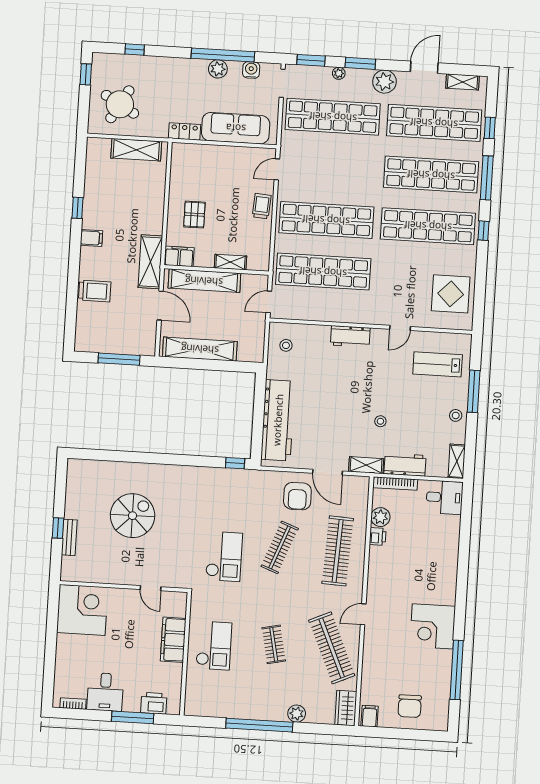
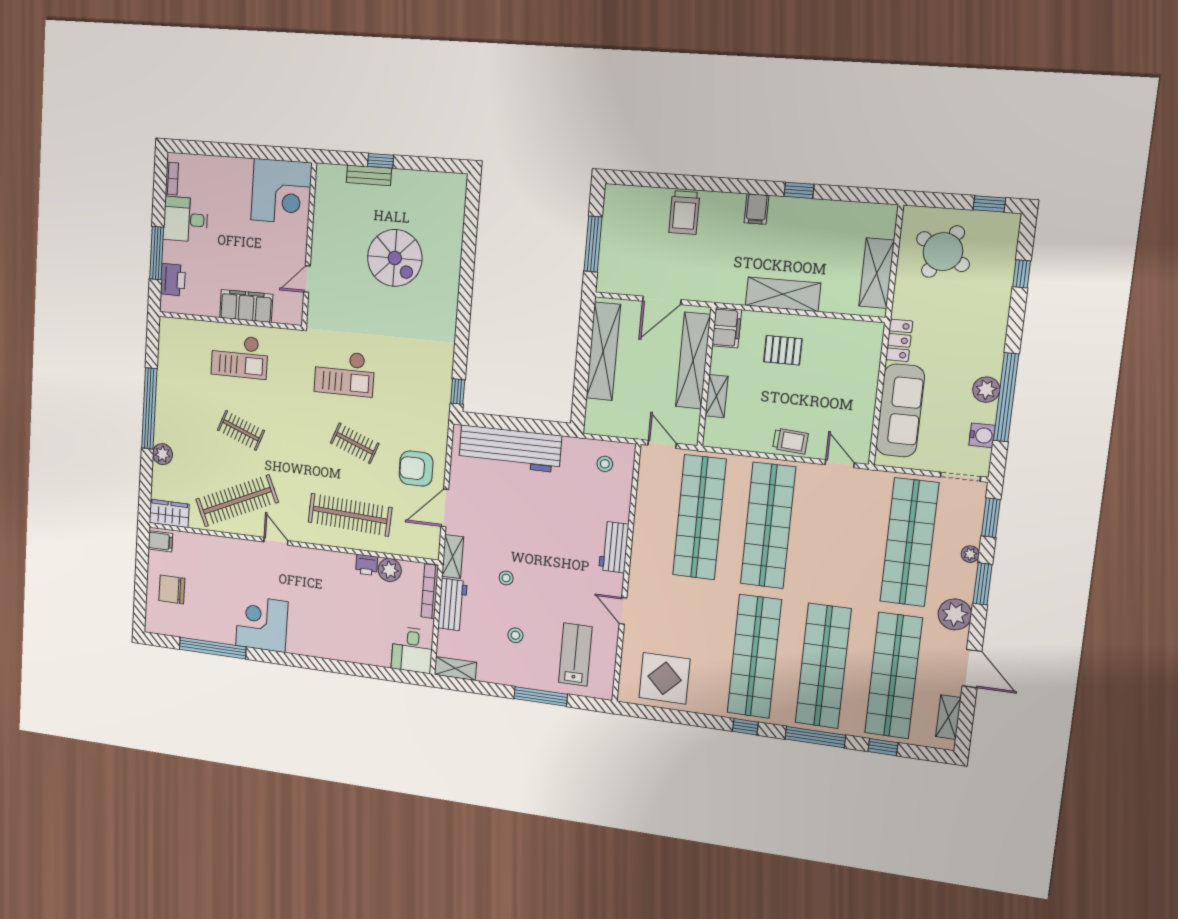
shelving: (150, 262) -> (783, 294), moved
stool: (456, 415) -> (515, 635), moved
clothes rail: (280, 547) -> (355, 443), width x0.73
clothes rail: (274, 644) -> (241, 430), turned 33

